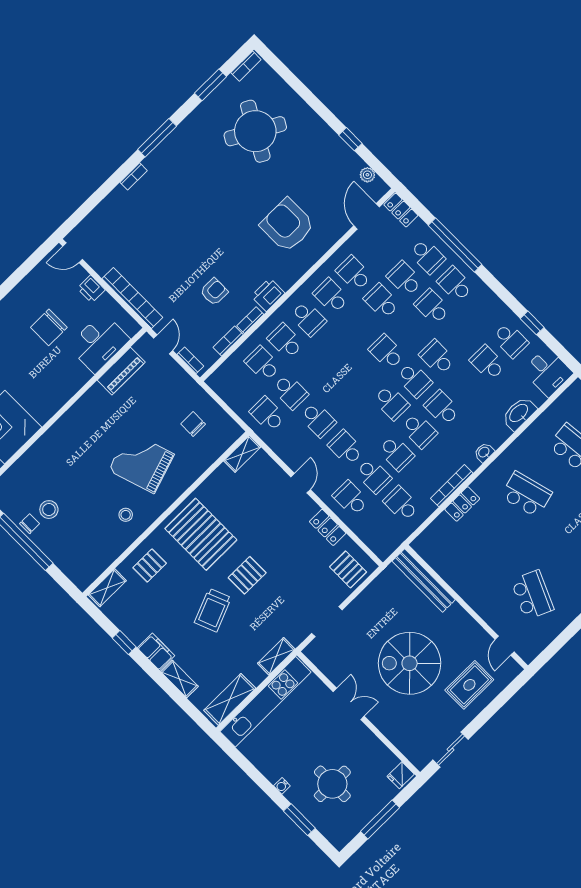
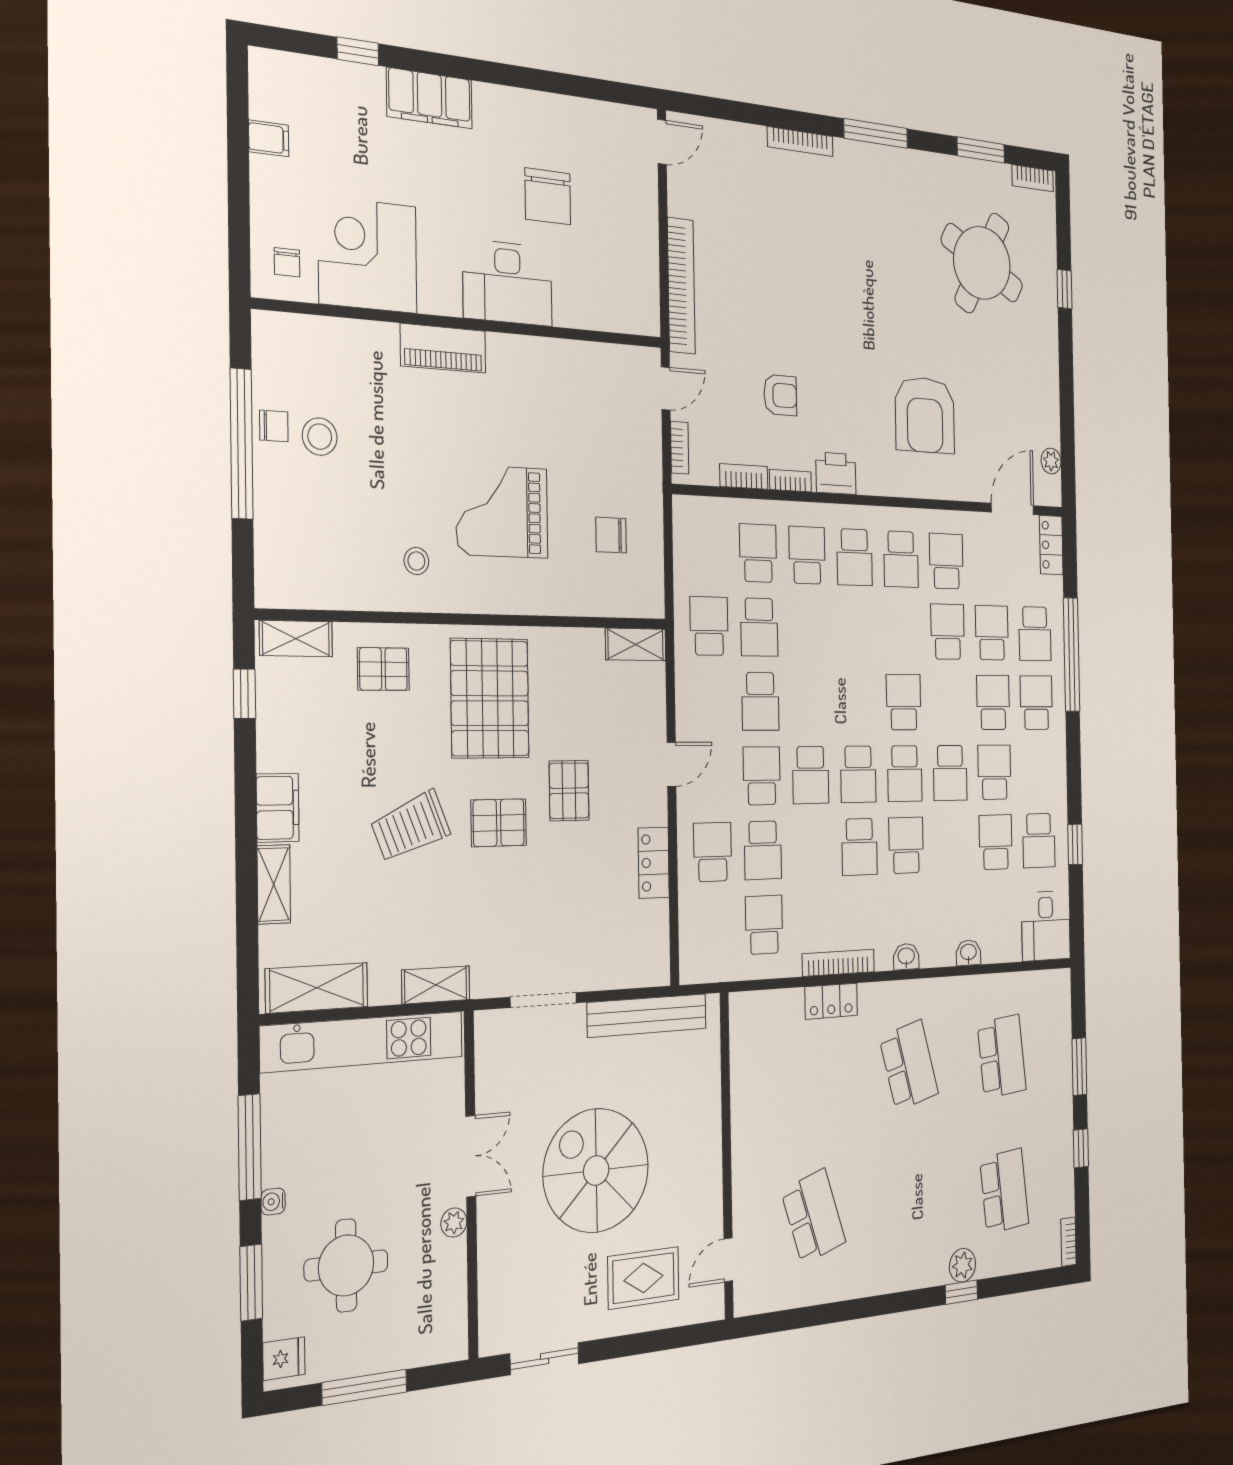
window: (350, 139) -> (1065, 289), moved
bookcase: (134, 176) -> (800, 142), width x1.56
armchair: (287, 225) -> (925, 415), turned 180
door: (73, 253) -> (662, 142), swing flipped
printer: (91, 289) -> (643, 214), removed
school desk: (331, 296) -> (901, 559), turned 180
chair: (49, 327) -> (548, 196), turned -90
school desk: (460, 335) -> (994, 772), added
desk: (99, 343) -> (508, 283), moved
school desk: (437, 357) -> (950, 773), turned 180
piano: (121, 371) -> (443, 348), moved
washbasin: (519, 413) -> (968, 953), width x0.52, depth x0.69
chair: (193, 424) -> (611, 535), turned -90
school desk: (396, 453) -> (811, 775), moved
grand piano: (141, 462) -> (502, 511), turned -72
pallet: (348, 569) -> (569, 791), moved
bench: (424, 580) -> (647, 1016), moved, turned 90
school desk: (532, 595) -> (813, 1217), turned -42
window: (124, 643) -> (244, 694), moved
plant: (364, 733) -> (454, 1223), added
window: (255, 775) -> (250, 1147), added
fridge: (401, 775) -> (284, 1359), moved, turned 180

